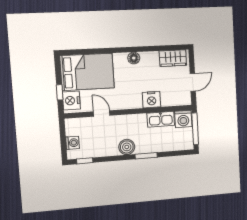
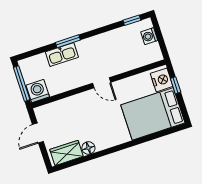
floor lamp: (134, 58) -> (88, 148), moved
nightstand: (151, 100) -> (78, 103), removed
door: (102, 113) -> (102, 83), moved
kitchen sink: (161, 119) -> (62, 55), moved, turned 180
boiler: (127, 147) -> (91, 46), removed

